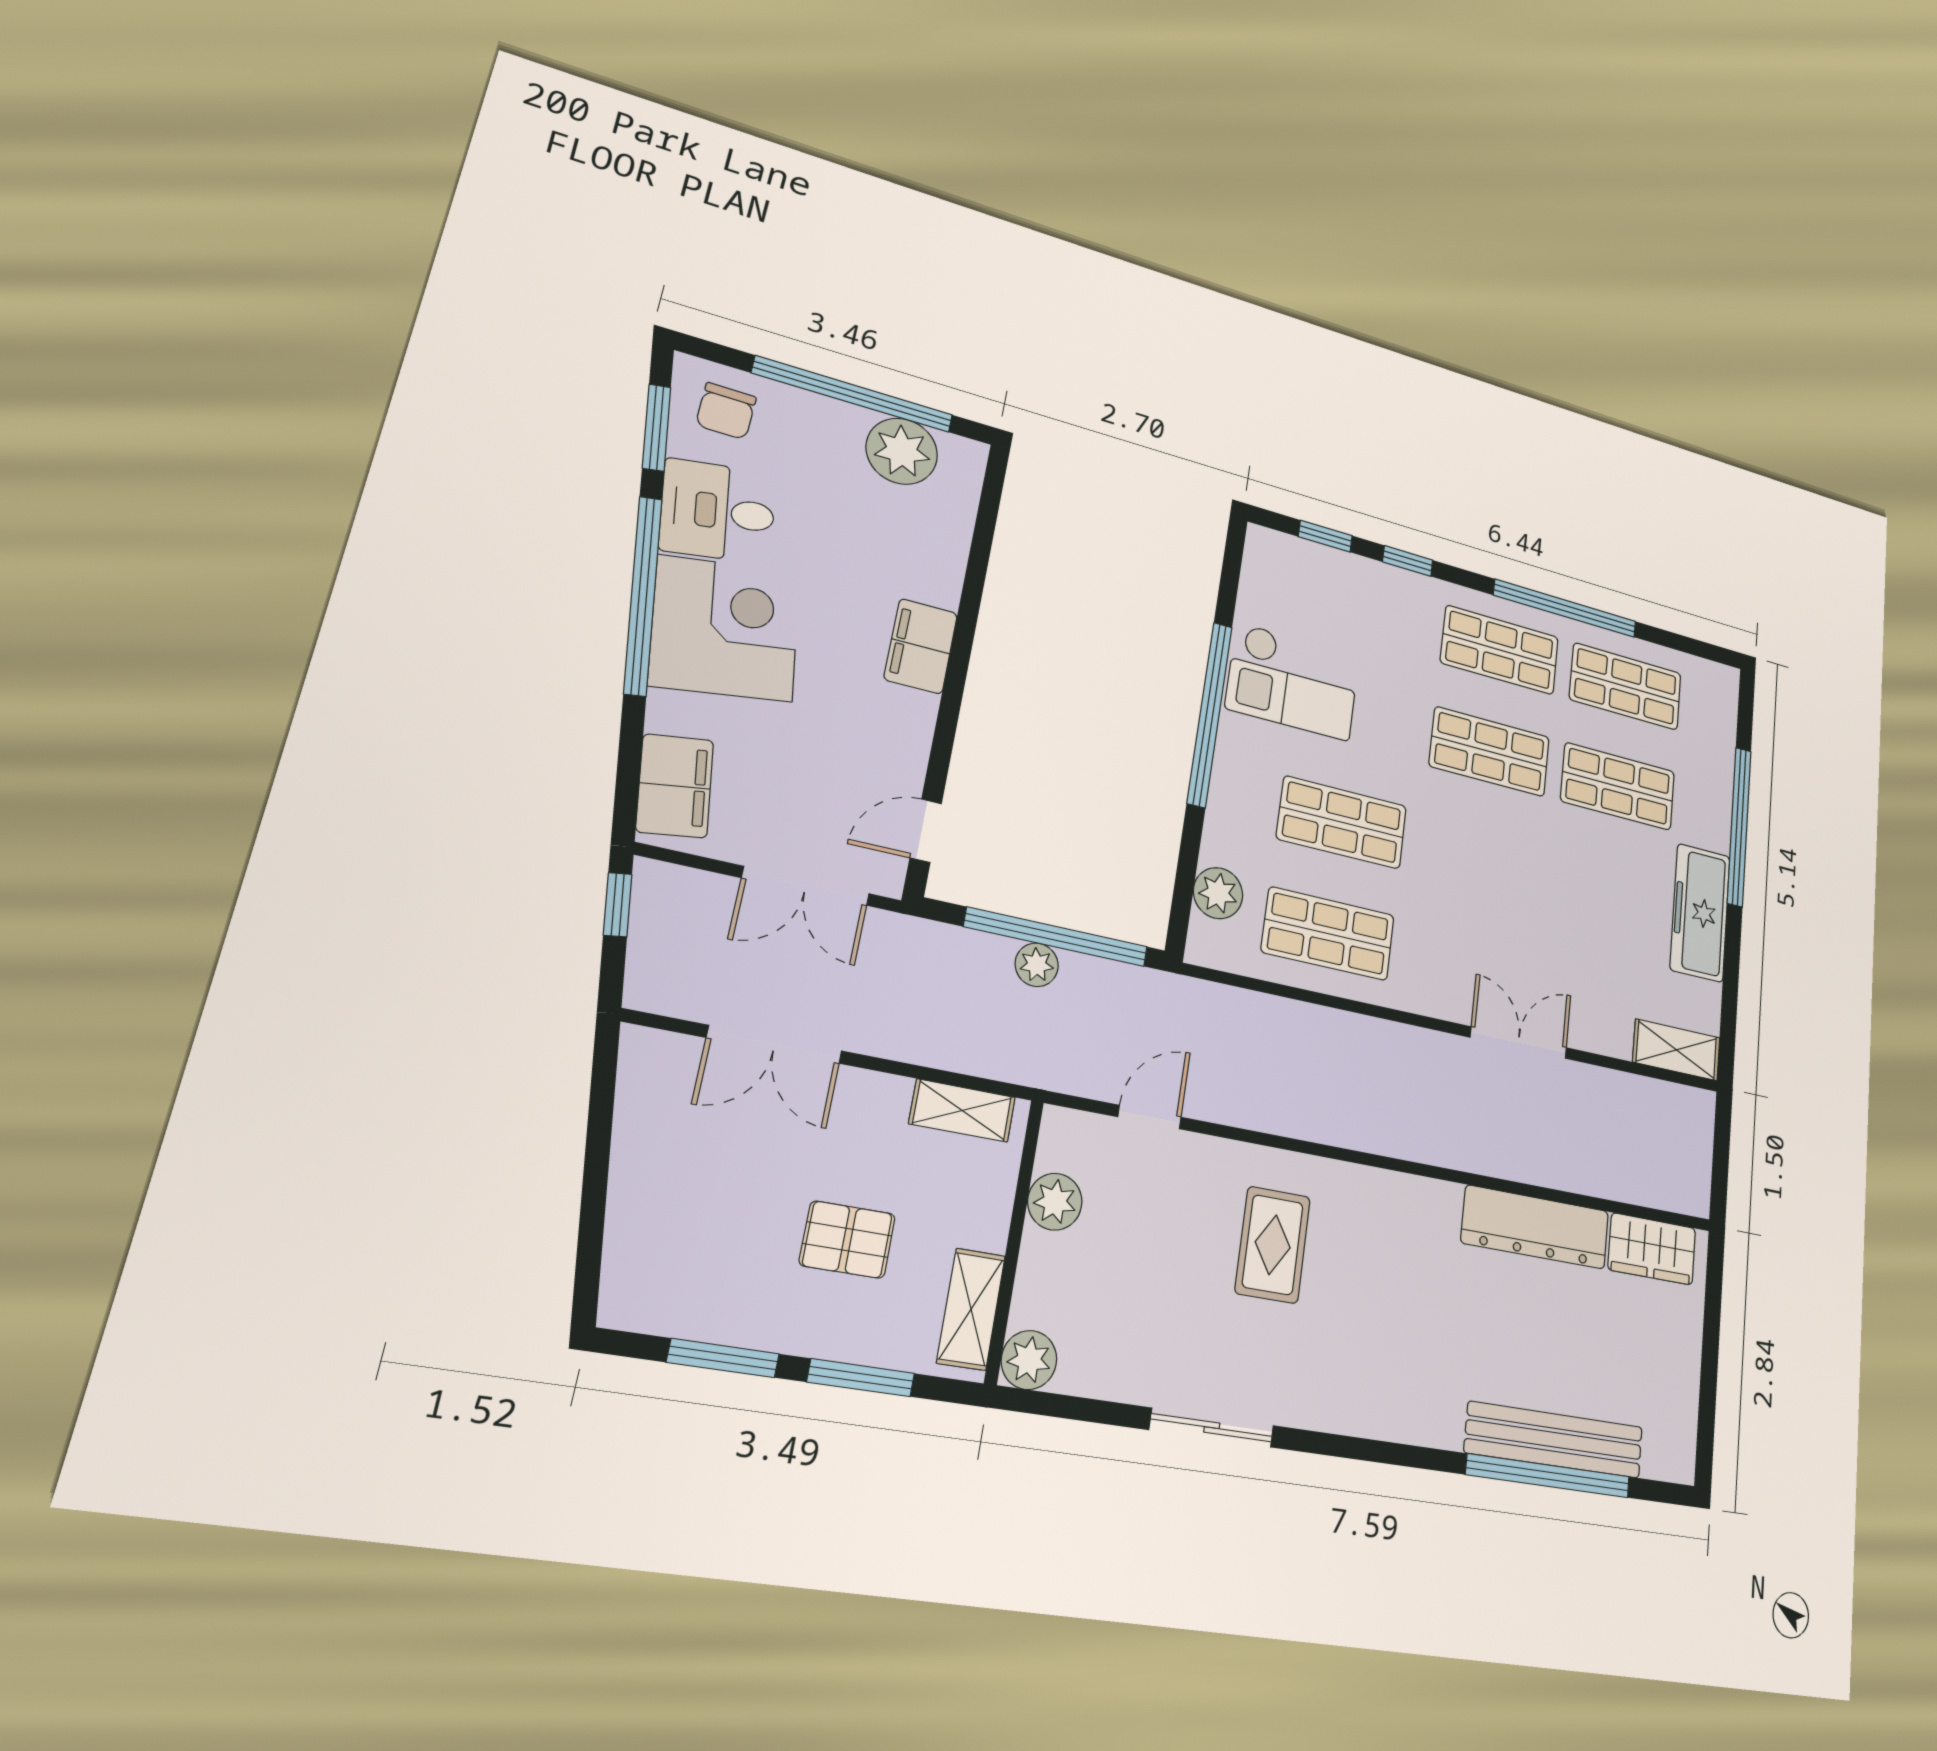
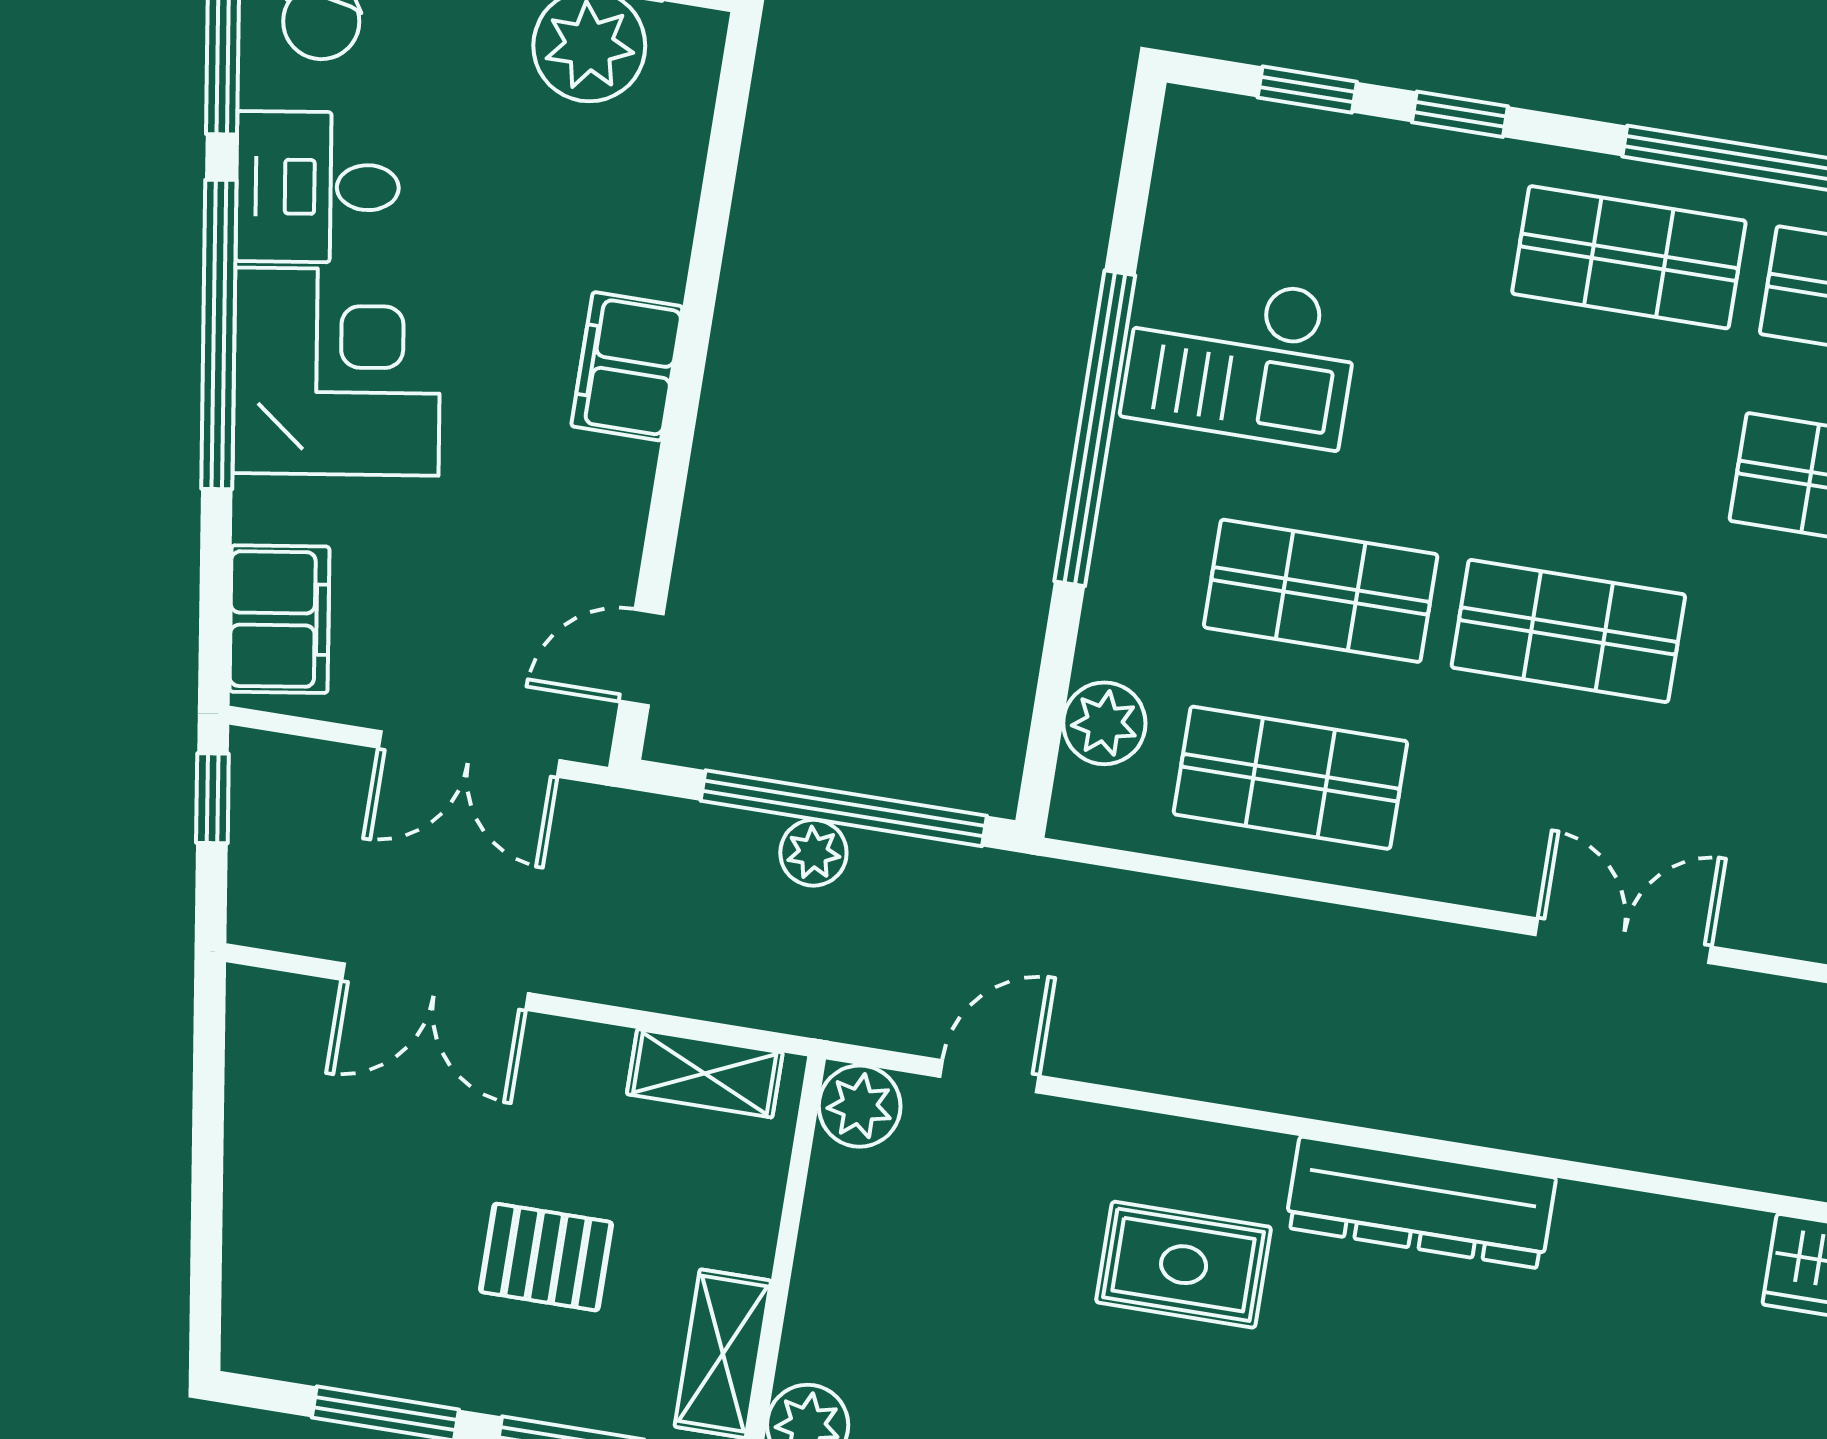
shop shelf: (1490, 752) -> (1568, 631), moved
plant: (1055, 1202) -> (860, 1106), moved
dresser: (1535, 1227) -> (1421, 1203), moved
rug: (1273, 1245) -> (1184, 1265), turned 90

